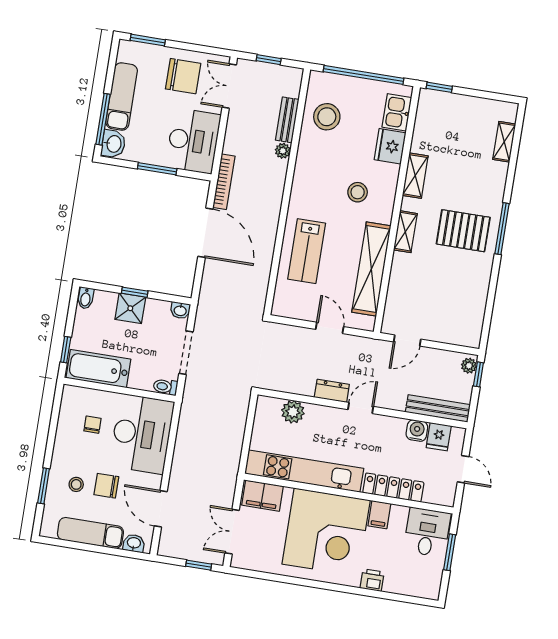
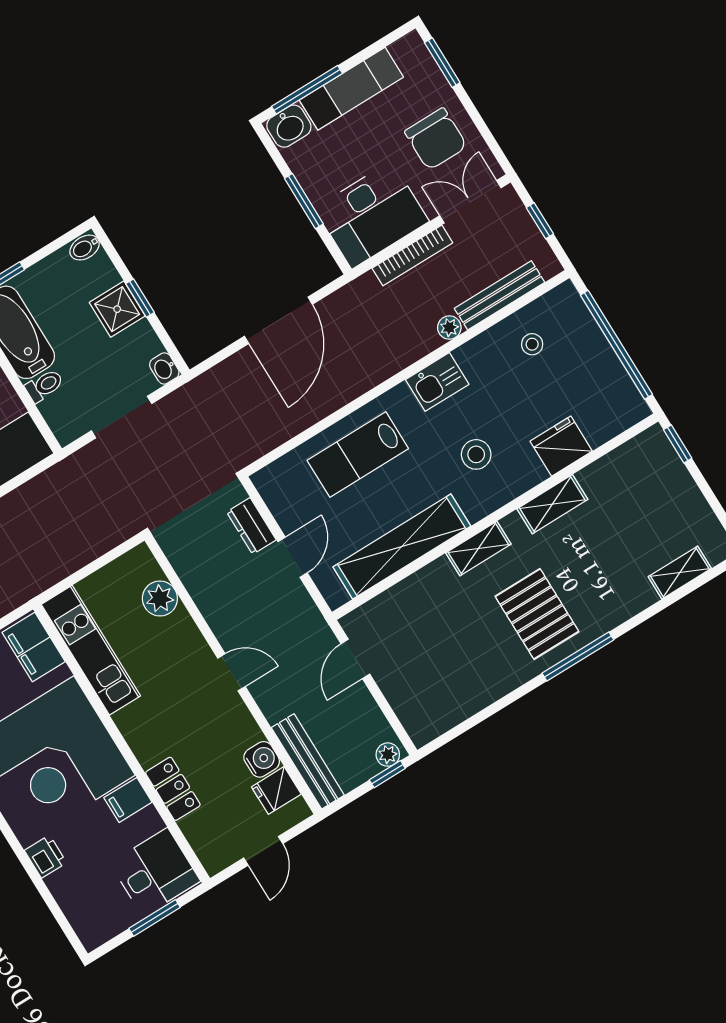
kitchen sink: (397, 112) -> (437, 382), moved, turned 180
stool: (327, 117) -> (532, 344), width x0.53, depth x0.53
bench: (287, 120) -> (500, 295), width x1.36
bookcase: (224, 182) -> (412, 255), moved
door: (407, 341) -> (355, 659), hinge flipped
toilet: (165, 387) -> (44, 386), moved, turned 90
dresser: (332, 391) -> (251, 526), moved, turned 180
kitchen unit: (304, 471) -> (91, 650), width x0.73
locker: (393, 487) -> (173, 789), width x0.66

